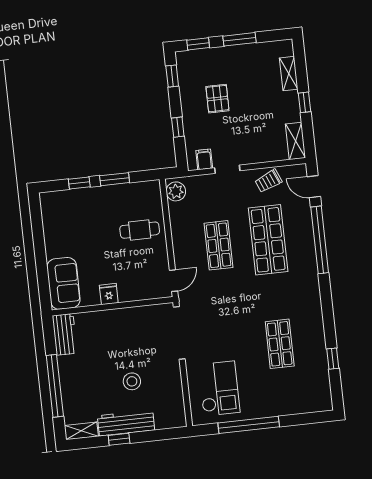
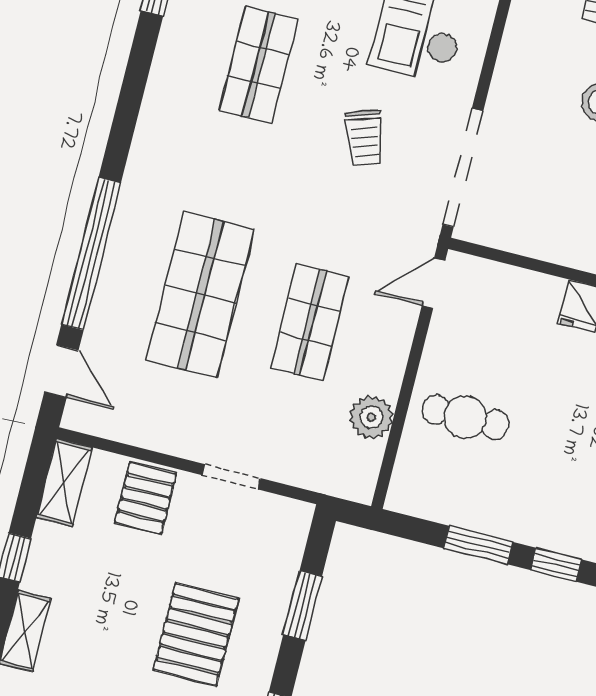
pallet: (217, 99) -> (196, 634), width x1.50, depth x1.42
window: (178, 127) -> (303, 605), width x1.50
pallet: (259, 147) -> (146, 498), added
filing cabinet: (204, 159) -> (272, 516), removed
trolley: (268, 181) -> (365, 138), moved, turned 94
plant: (176, 191) -> (371, 417), moved

